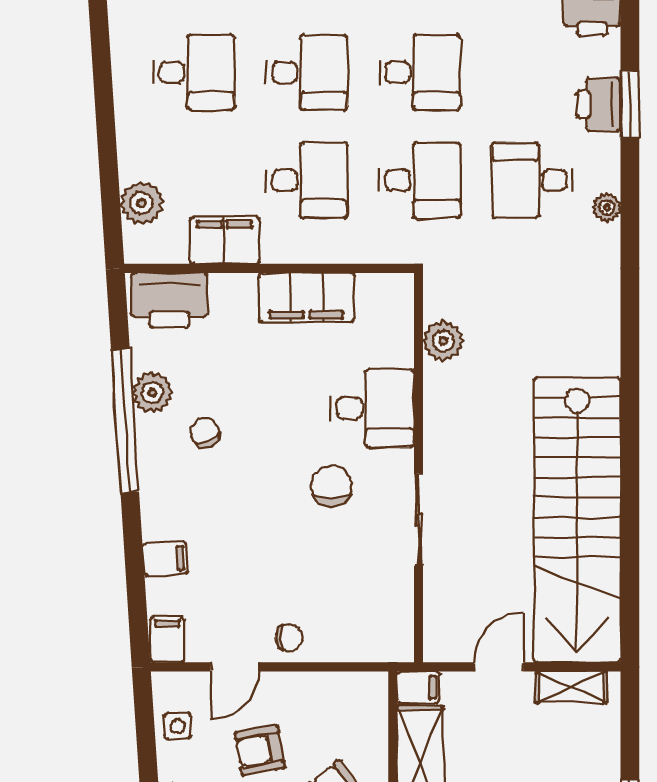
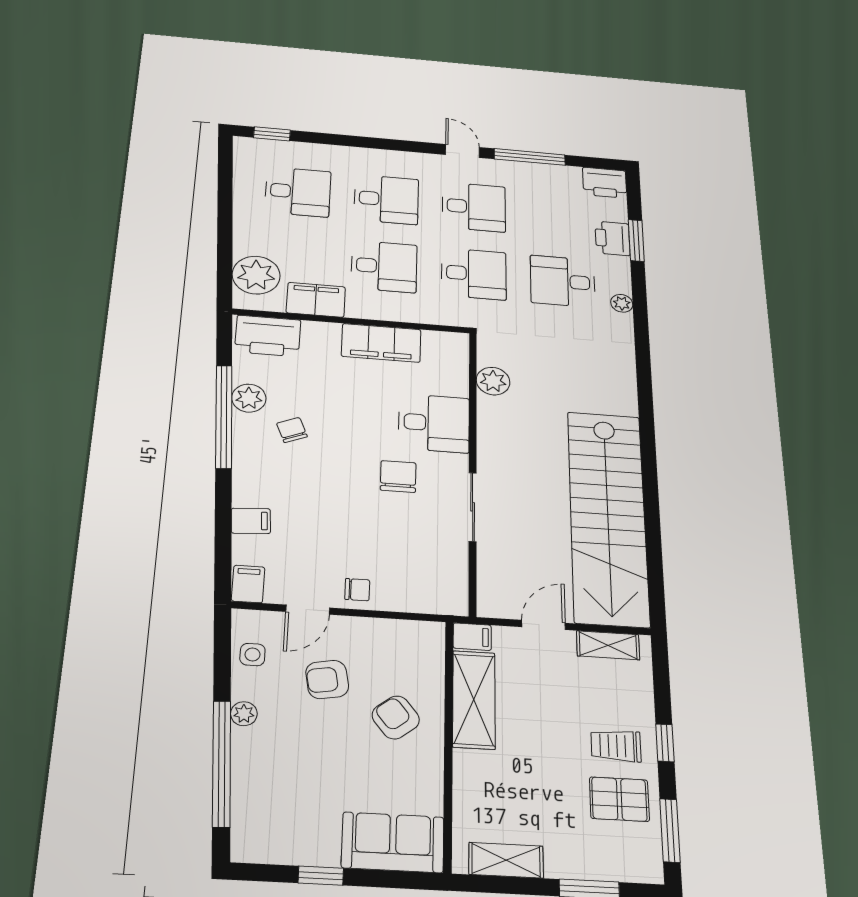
plant: (141, 203) -> (256, 275), width x1.36, depth x1.36

